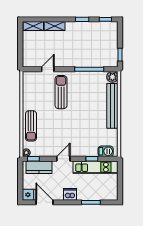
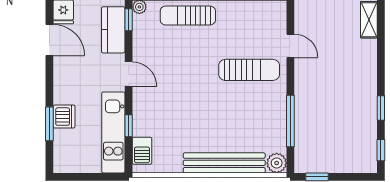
shelving: (55, 26) -> (369, 58), removed
dishwasher: (70, 194) -> (64, 117), moved
door: (45, 202) -> (49, 40), hinge flipped

